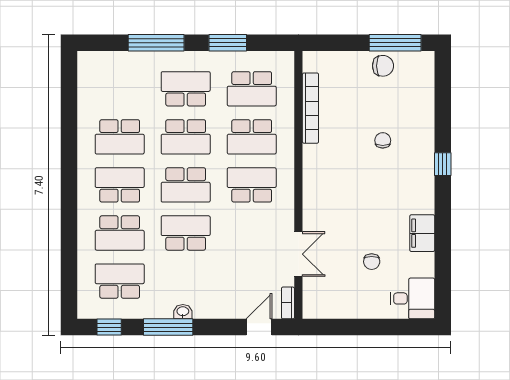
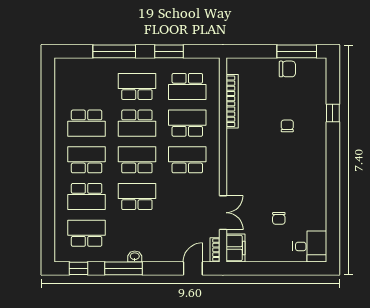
school desk: (252, 137) -> (187, 123), turned 180
window: (443, 164) -> (333, 113), moved
school desk: (186, 185) -> (137, 160), turned 180
filing cabinet: (422, 233) -> (235, 248), moved, turned 180

